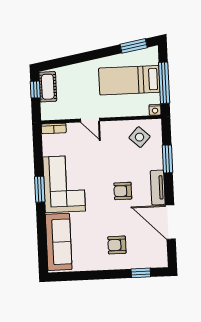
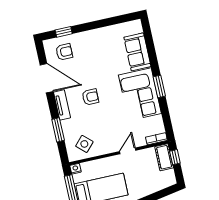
cot: (48, 87) -> (164, 157), moved
window: (35, 90) -> (175, 157), moved
door: (90, 120) -> (128, 151), hinge flipped
sofa: (59, 242) -> (137, 52), width x0.73
armchair: (117, 245) -> (64, 52), moved

